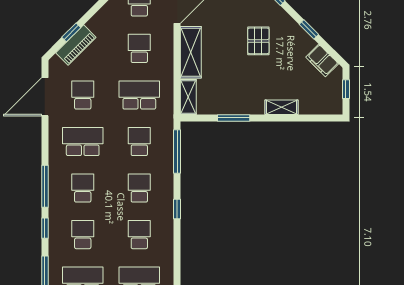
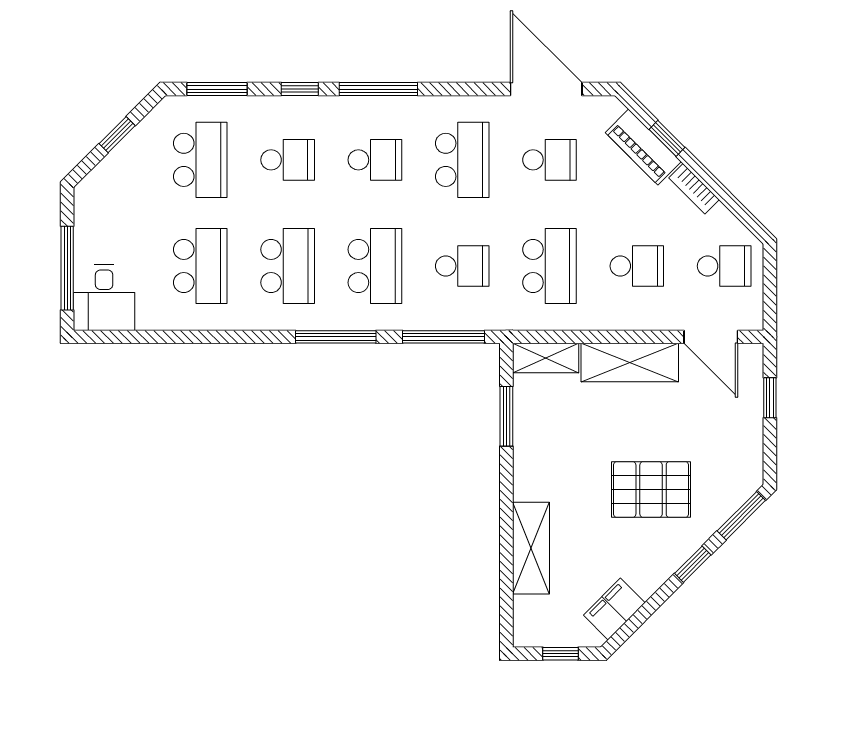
bookcase: (98, 18) -> (694, 189), added
window: (309, 29) -> (693, 564), moved
pallet: (258, 41) -> (651, 490), width x1.50, depth x1.42
shelving: (281, 107) -> (531, 548), width x1.50, depth x1.33
window: (234, 118) -> (506, 416), moved
school desk: (139, 188) -> (375, 266), width x1.85
window: (177, 209) -> (336, 337), width x2.17
school desk: (139, 235) -> (288, 266), width x1.85

